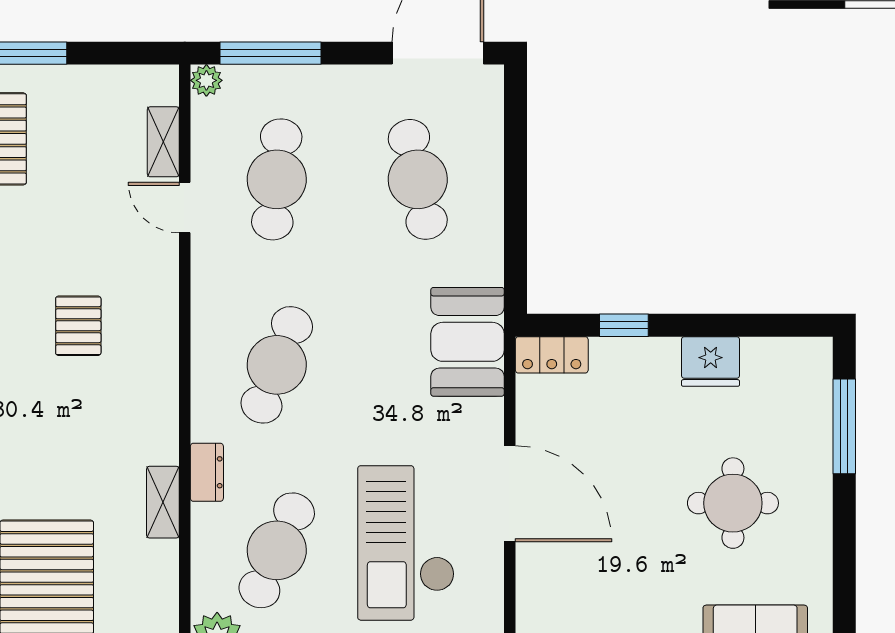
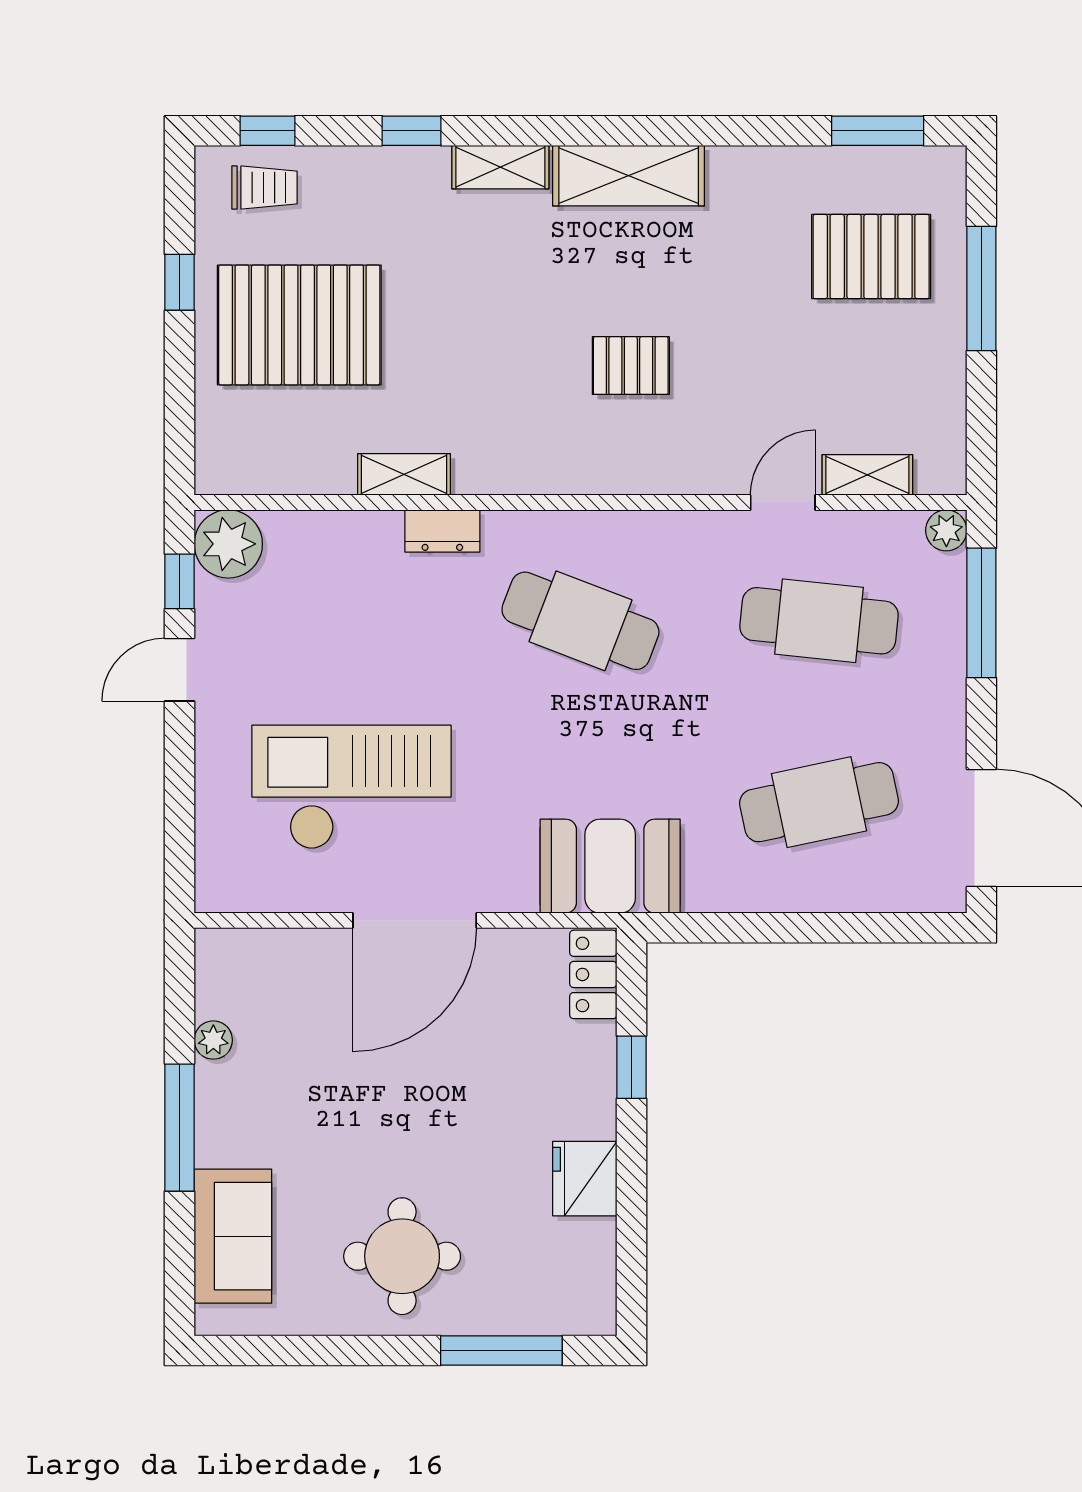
round table: (733, 503) -> (402, 1256), moved
cafe table: (277, 550) -> (342, 621), removed

